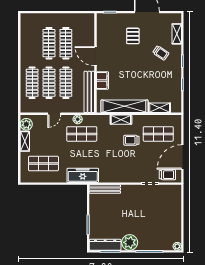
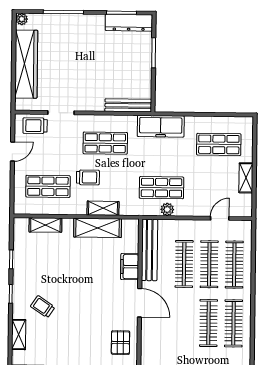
pallet: (133, 36) -> (120, 343), moved
clothes rail: (66, 43) -> (234, 323), moved
shelving: (124, 106) -> (98, 228), width x0.68
door: (54, 114) -> (220, 218), moved
plant: (26, 124) -> (244, 203), removed
door: (182, 157) -> (12, 152), width x0.53
shop shelf: (120, 164) -> (105, 143), added
wardrobe: (174, 216) -> (26, 64), added
plant: (130, 242) -> (92, 26), removed

